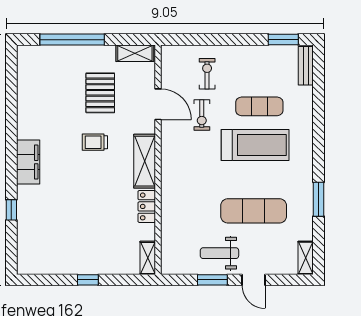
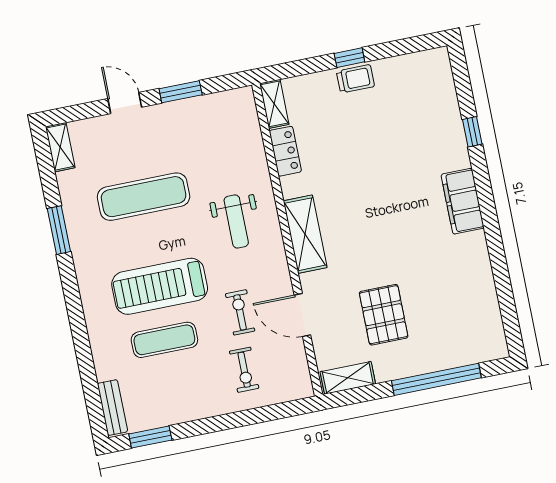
trolley: (95, 142) -> (355, 79), moved
locker: (147, 206) -> (285, 151), moved
weight bench: (219, 253) -> (236, 222), moved, turned 90

